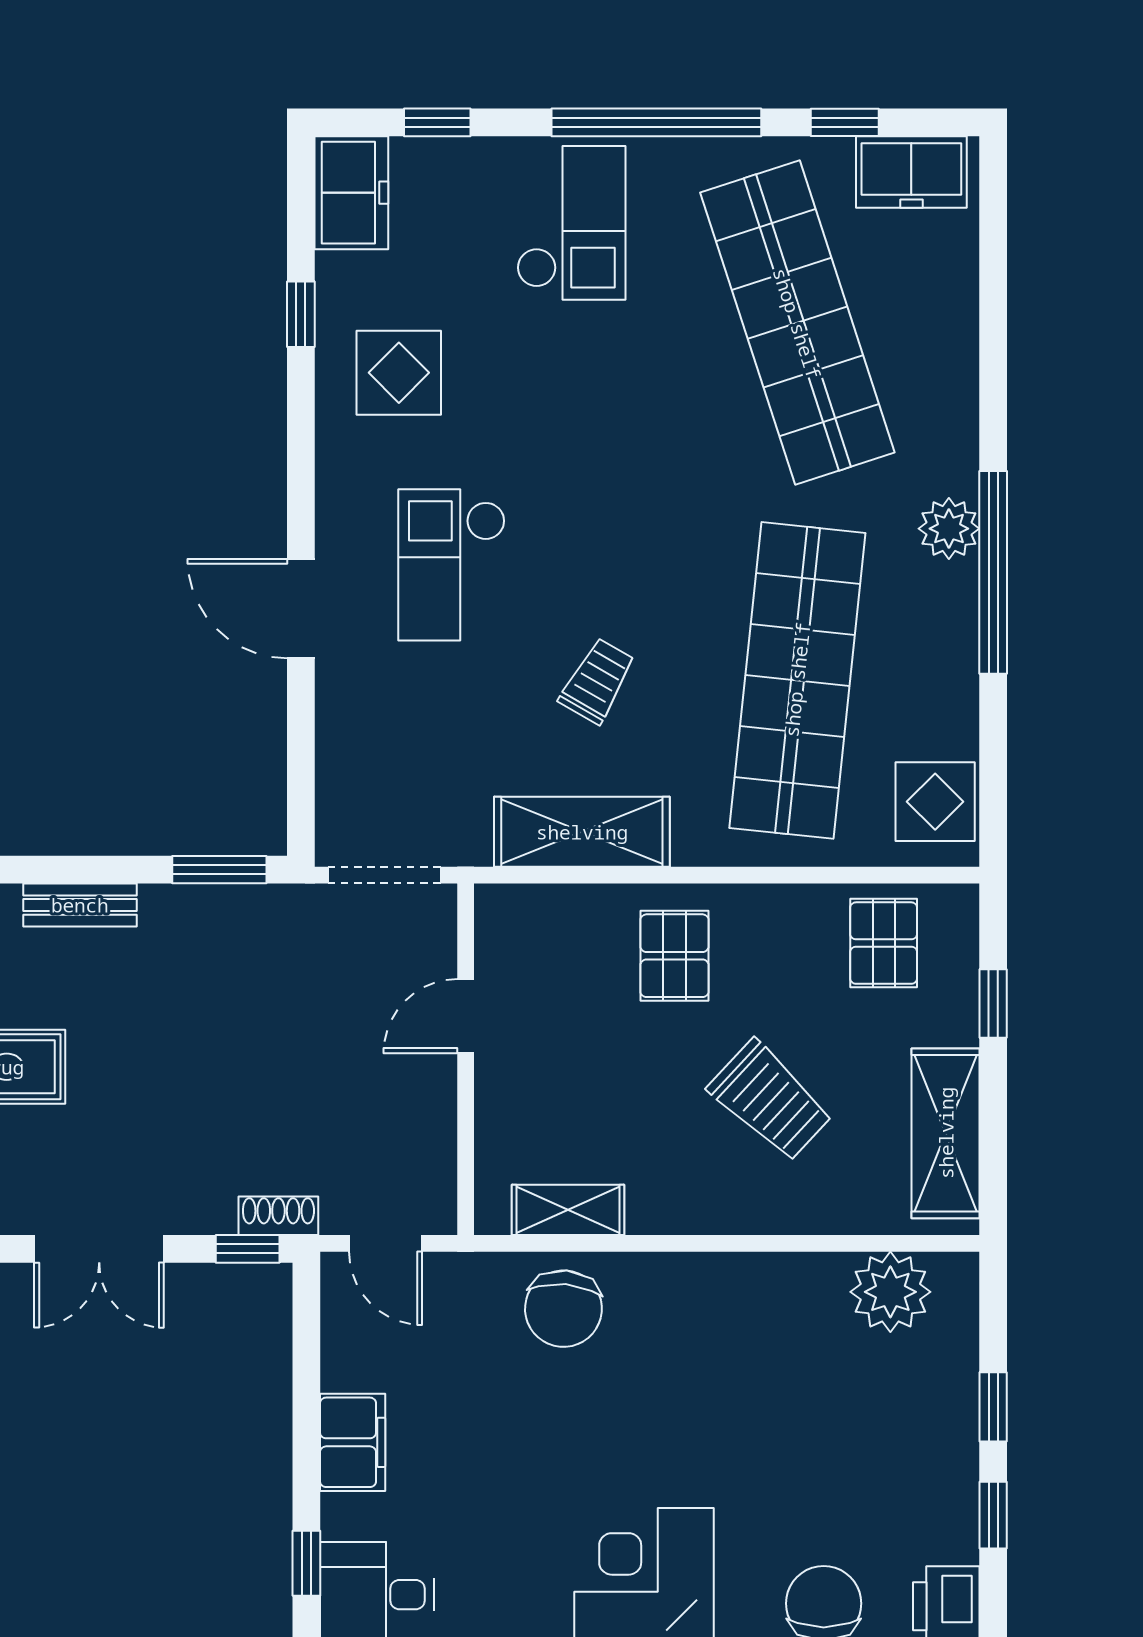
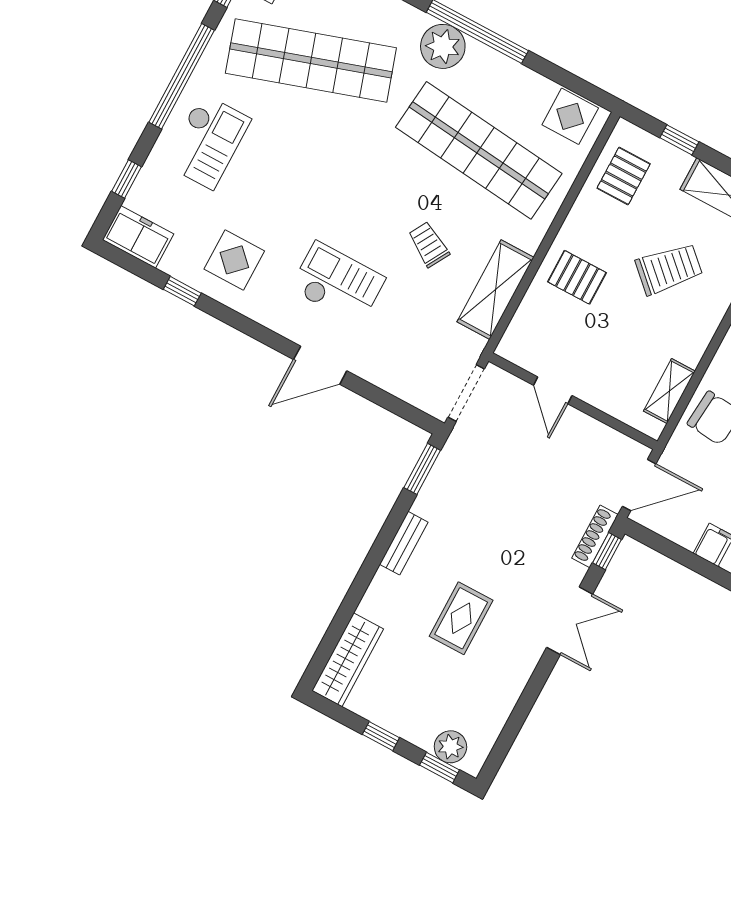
checkout: (571, 223) -> (207, 141), turned 90
plant: (949, 529) -> (443, 46), width x1.36, depth x1.36
checkout: (452, 565) -> (338, 283), turned 180
pallet: (884, 943) -> (624, 176), turned 90
shoe rack: (278, 1216) -> (595, 536), width x1.43
door: (386, 1243) -> (639, 485), width x1.38

